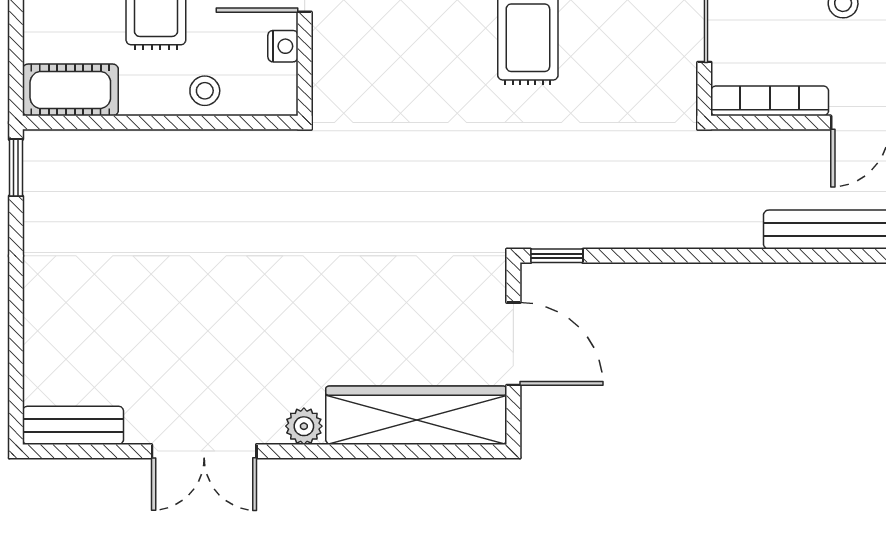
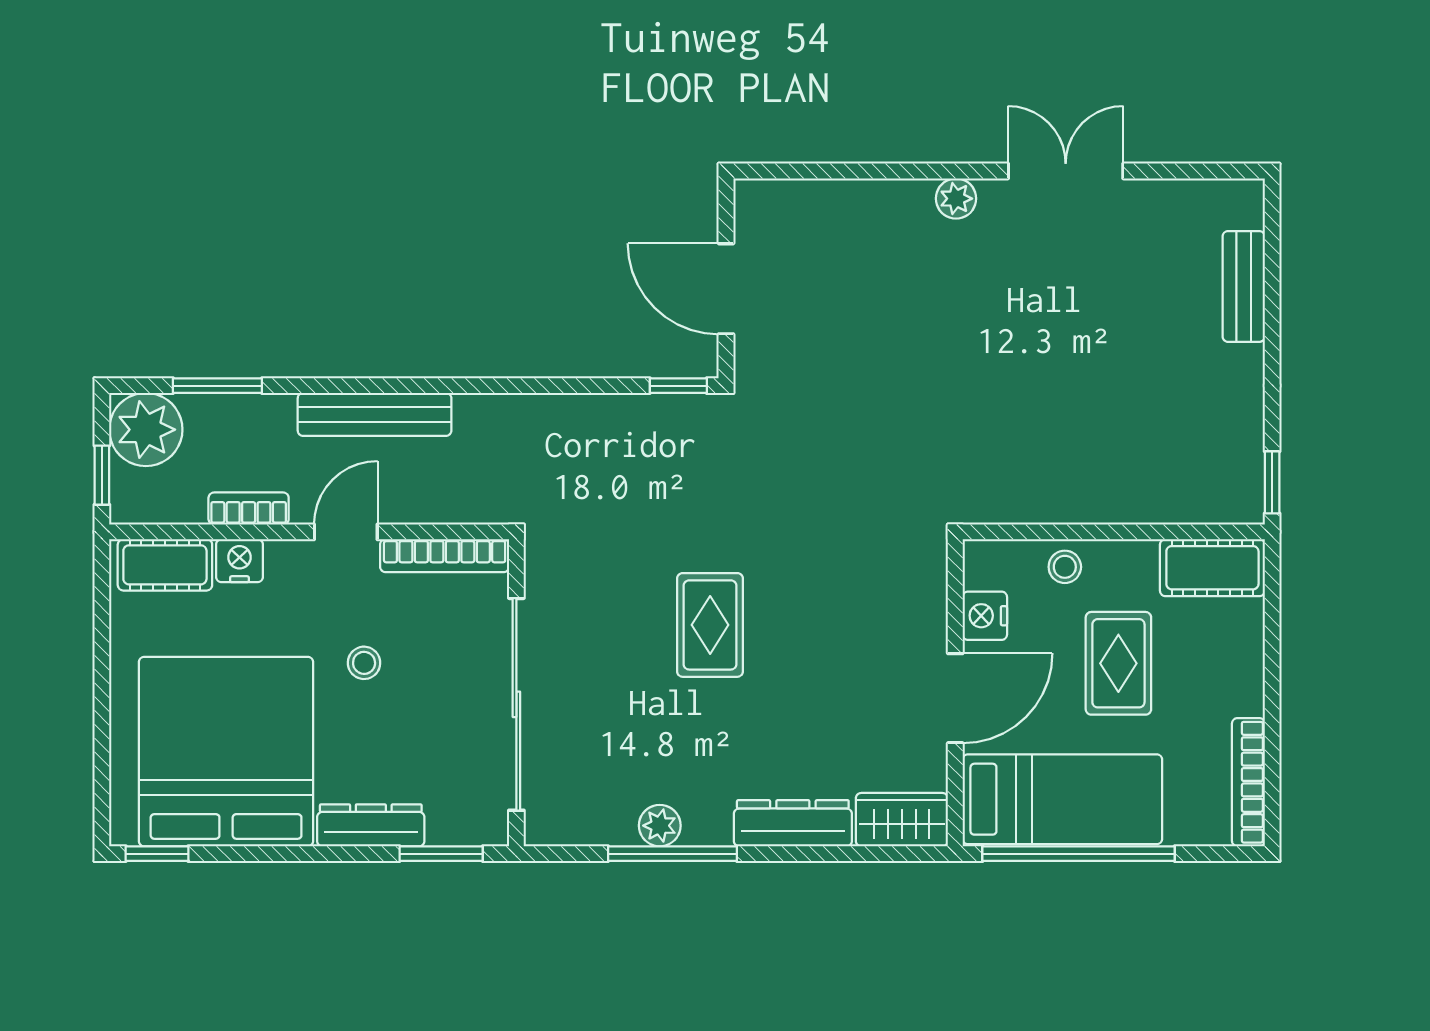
nightstand: (283, 46) -> (985, 616), width x1.39, depth x1.35
wardrobe: (416, 415) -> (833, 211), removed
bench: (73, 425) -> (1244, 286), moved, turned 90

